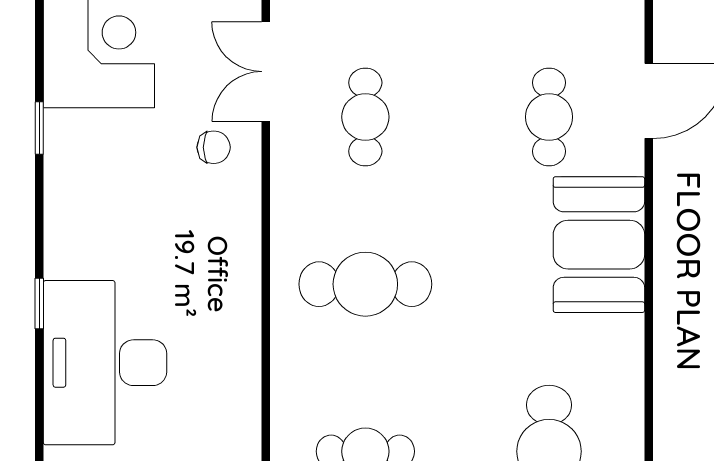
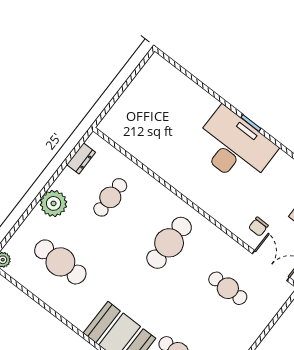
desk: (105, 363) -> (234, 147), moved

